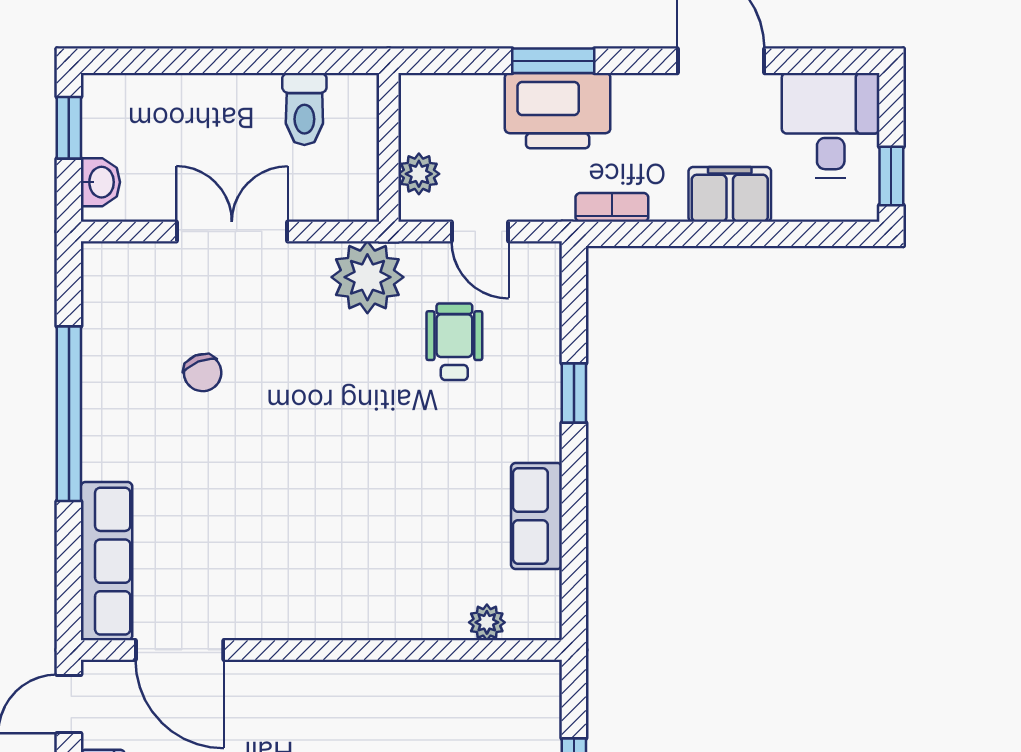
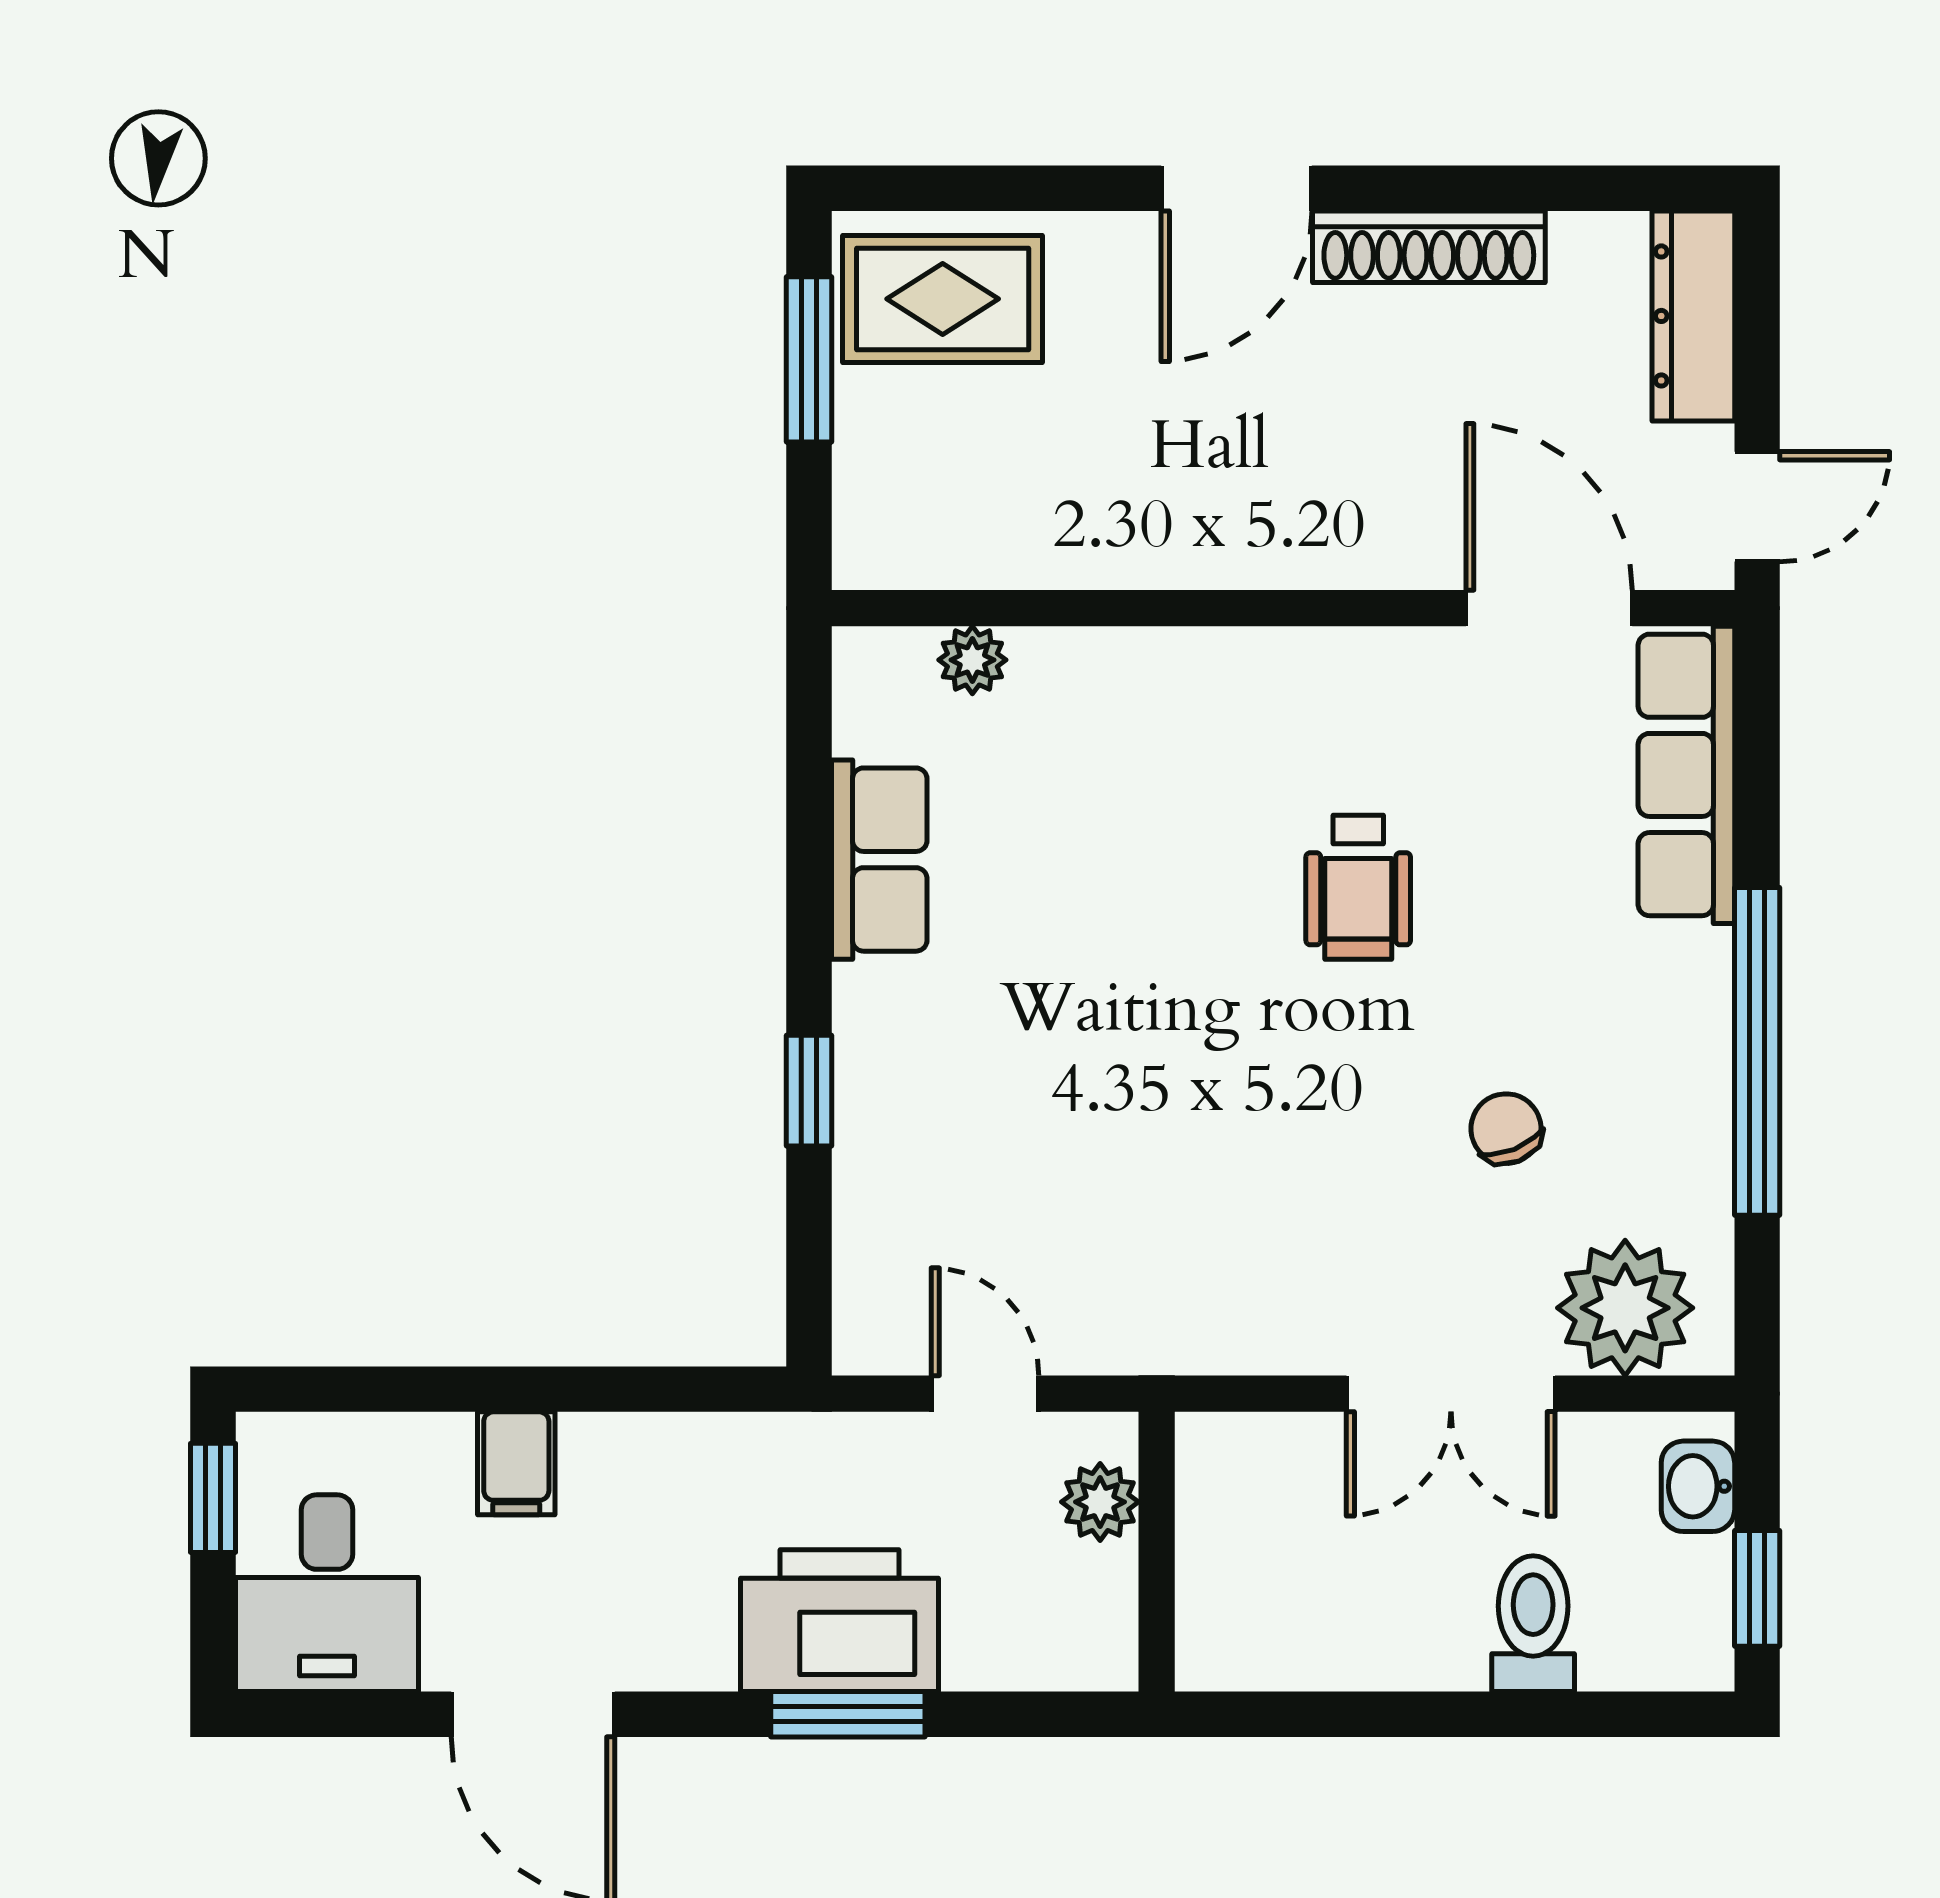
toilet: (304, 109) -> (1533, 1624), moved
filing cabinet: (730, 194) -> (516, 1463), width x0.50
bookcase: (612, 207) -> (738, 1439), removed
plant: (367, 277) -> (1625, 1308), moved
wheelchair: (454, 342) -> (1358, 887), moved

